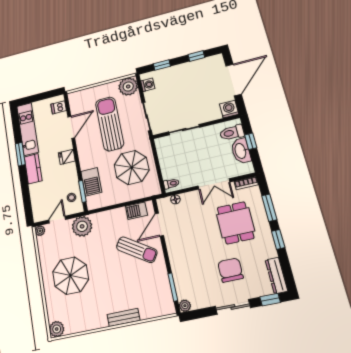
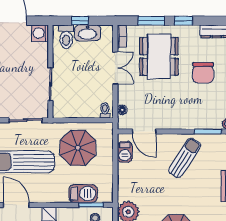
dining table: (236, 223) -> (159, 56), width x1.38
sun lounger: (137, 250) -> (185, 158), moved
chair: (230, 270) -> (203, 73), turned -90

